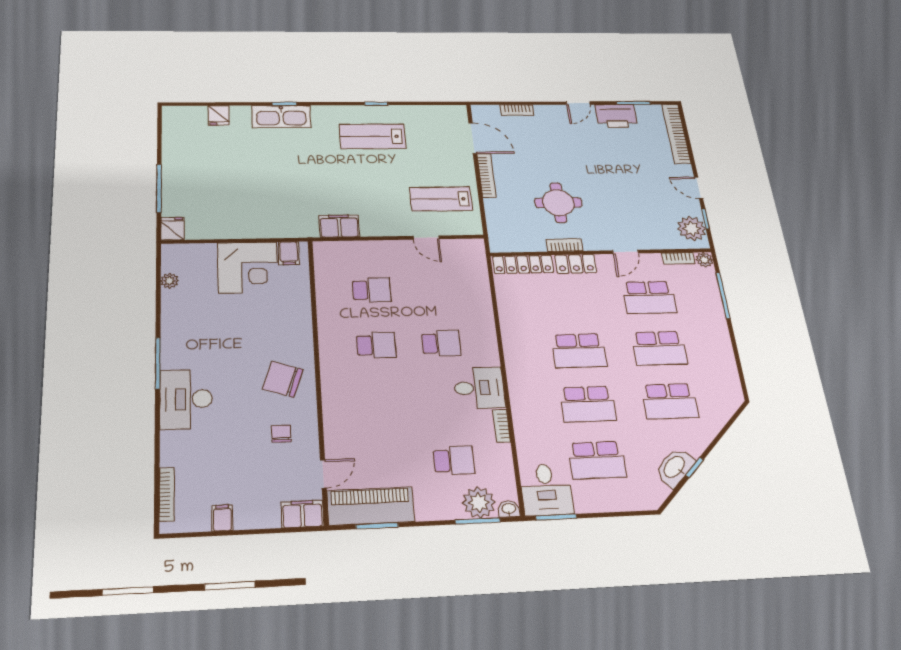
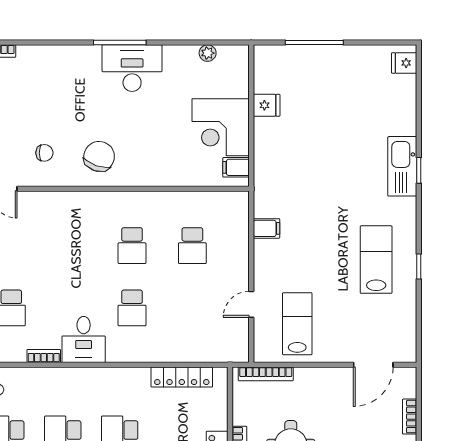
fridge: (219, 115) -> (404, 63), moved
bookcase: (486, 176) -> (266, 374), moved
filing cabinet: (339, 226) -> (267, 228), width x0.50
fridge: (173, 229) -> (267, 105), moved
locker: (523, 264) -> (182, 377), moved, turned -90
desk: (186, 399) -> (132, 68), moved

